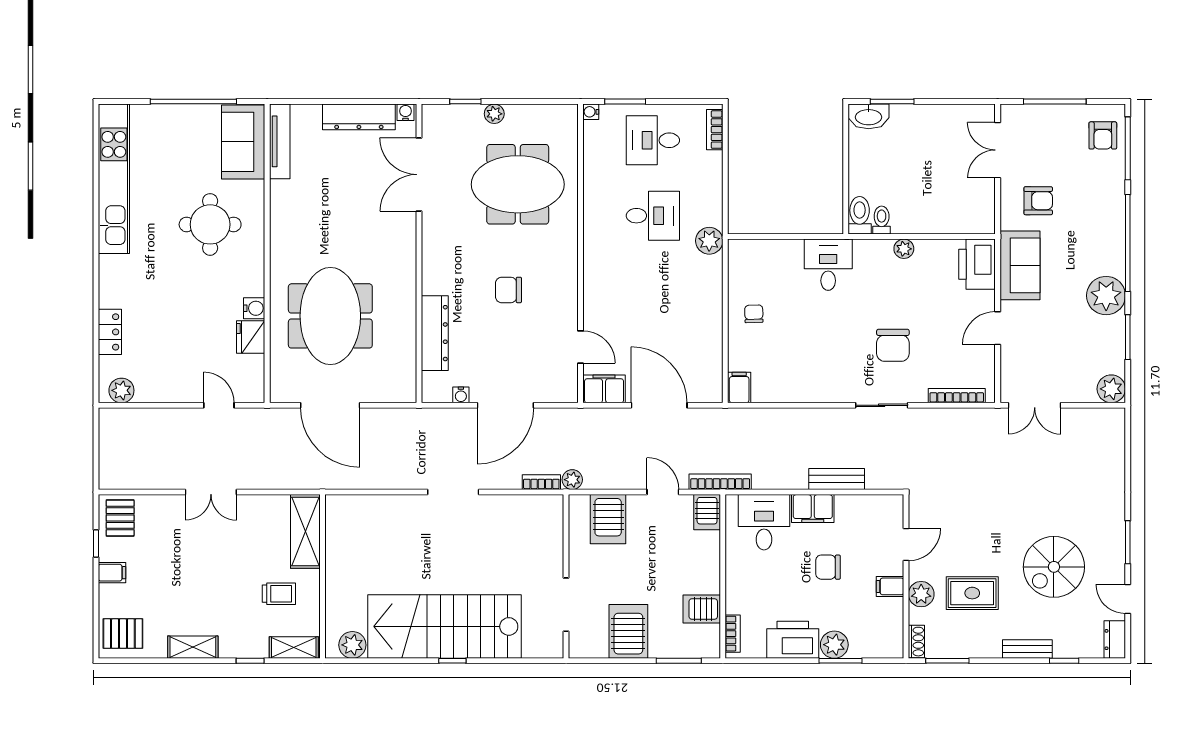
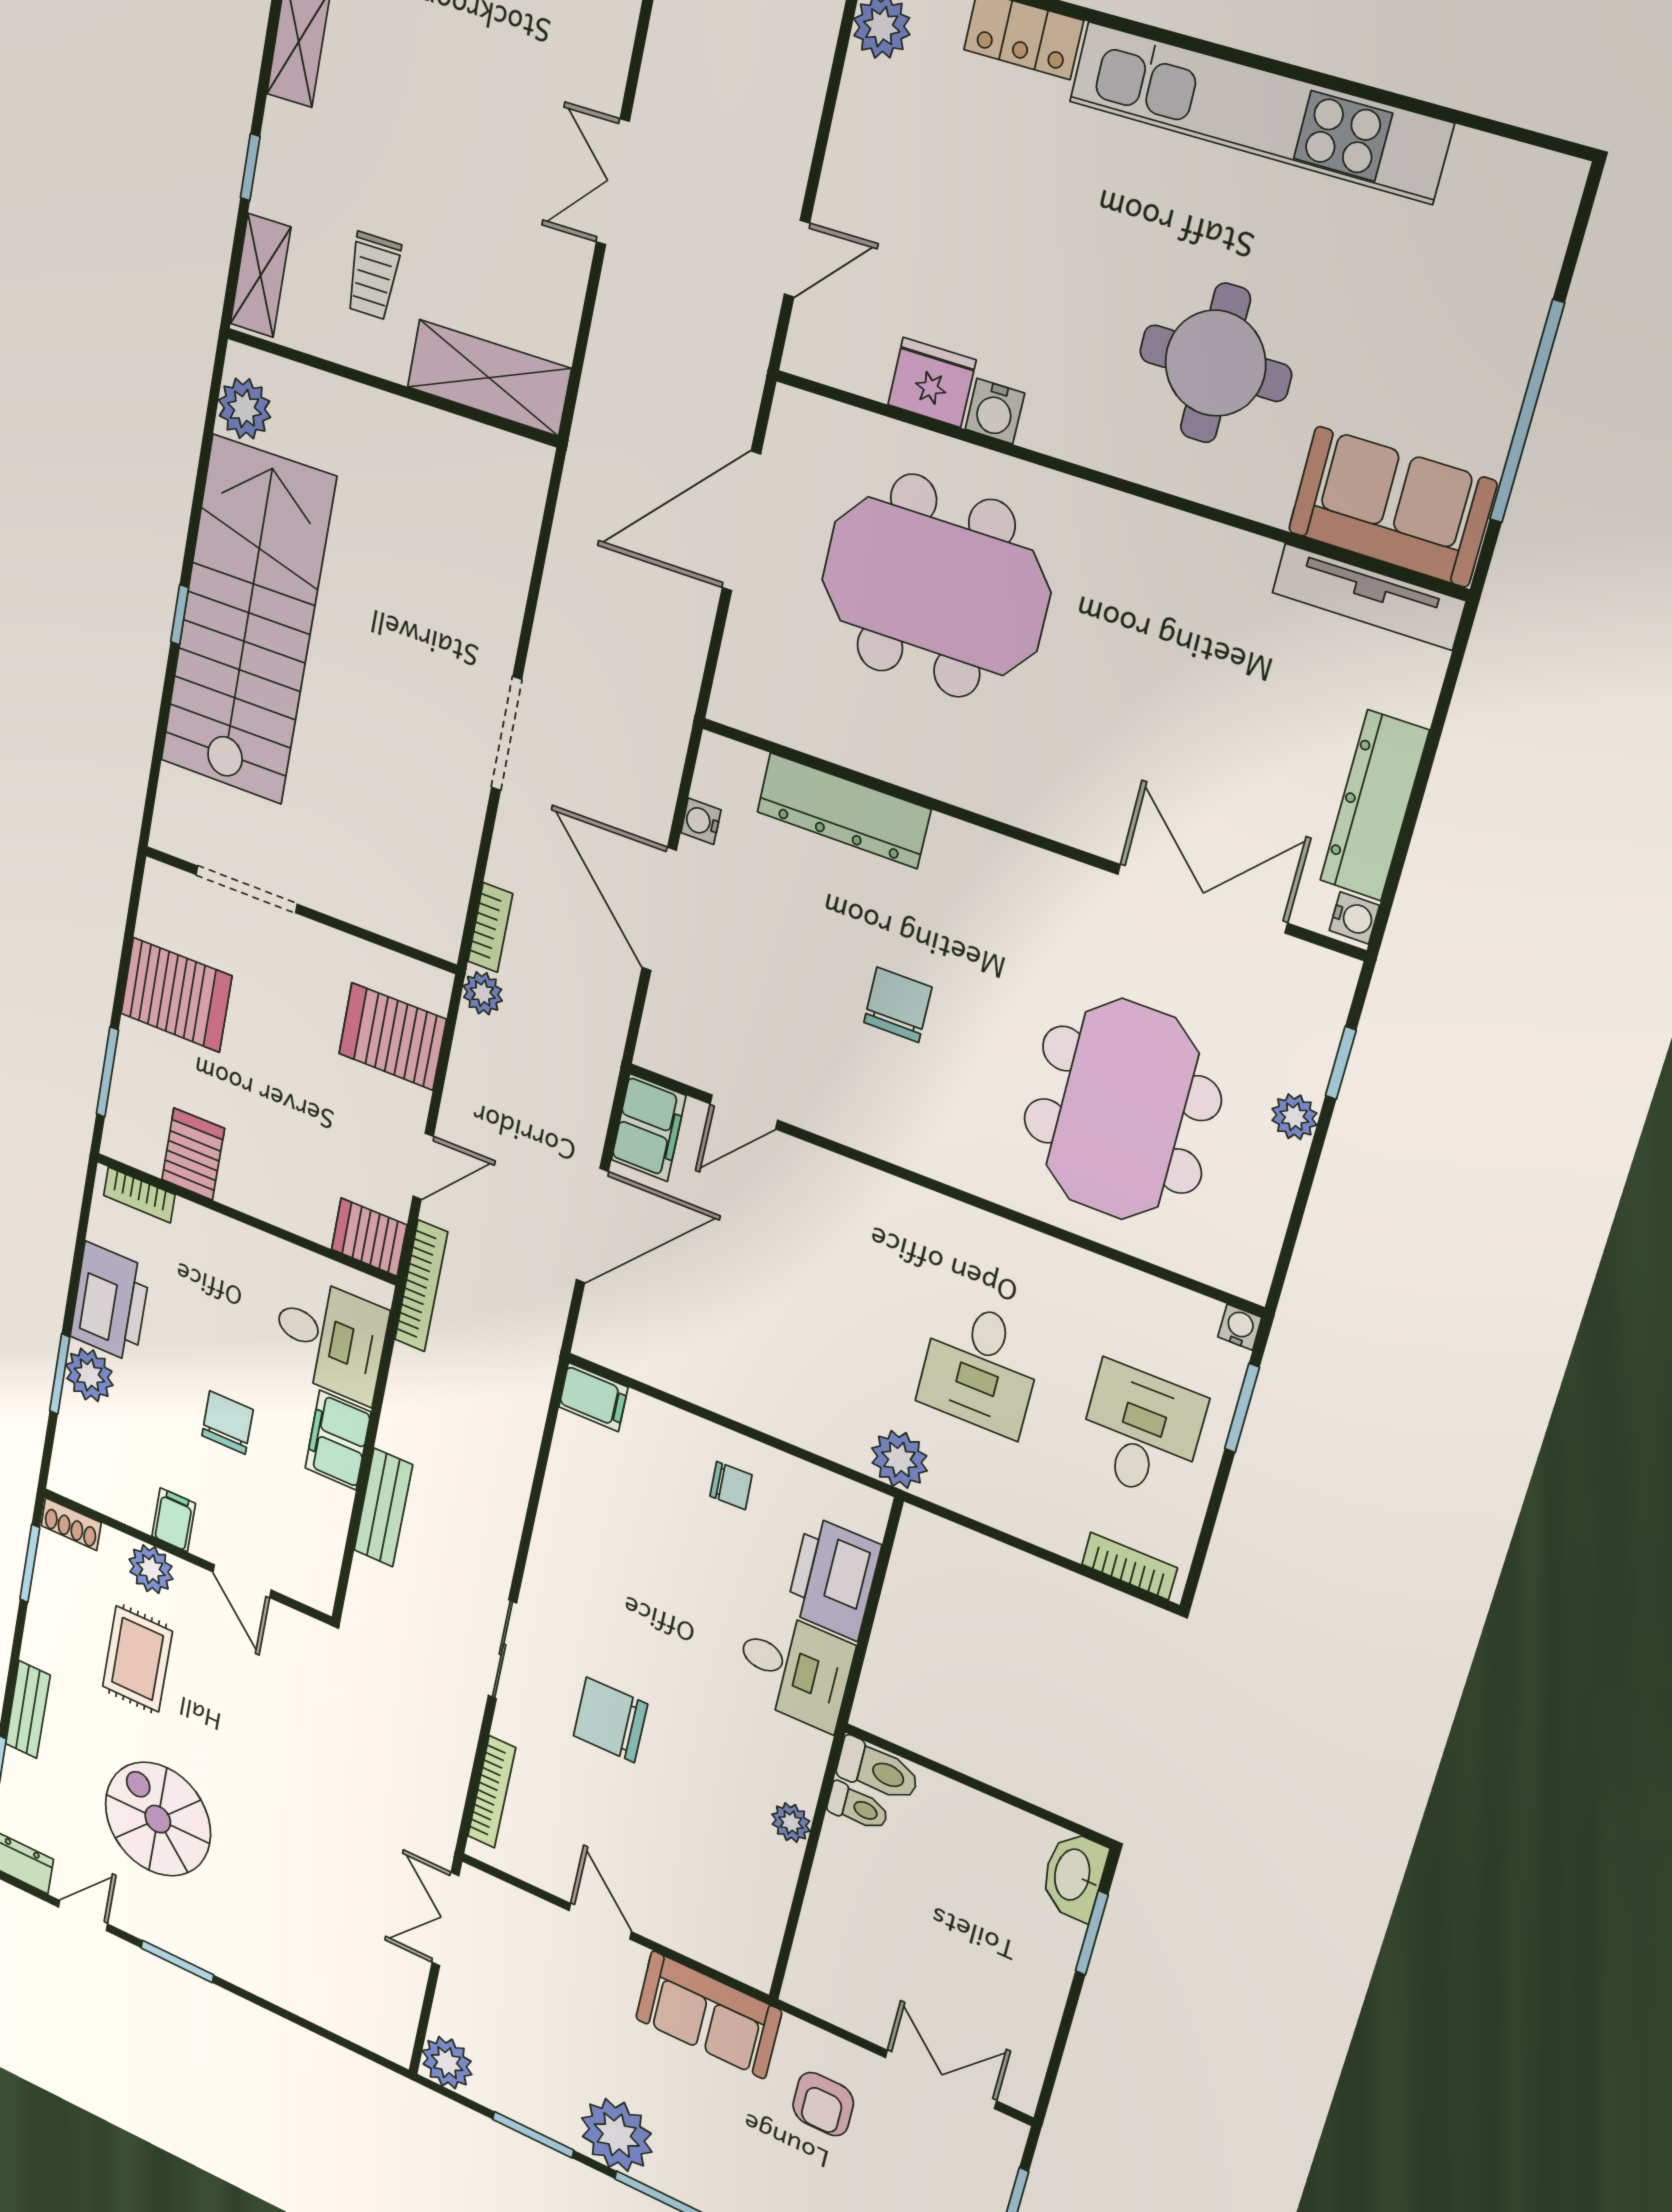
kitchen unit: (114, 179) -> (1259, 112), moved
printer: (977, 264) -> (833, 1578), moved, turned -90

